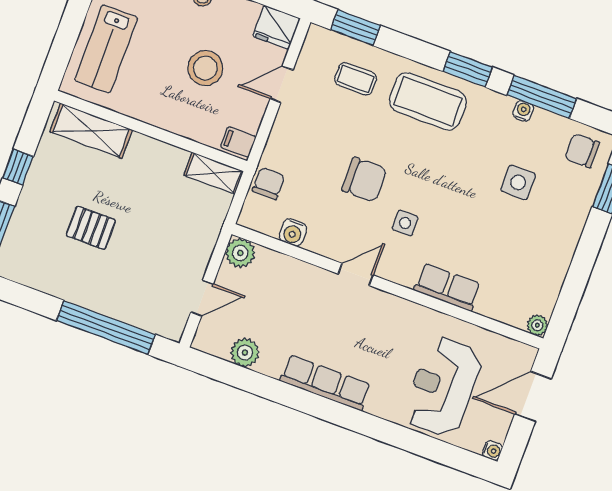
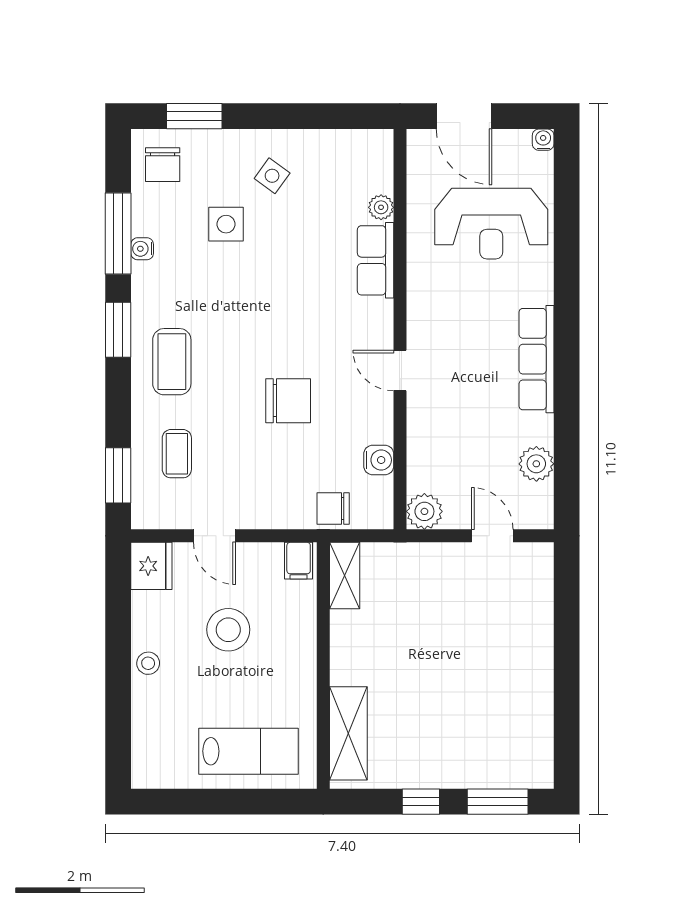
coffee table: (428, 101) -> (172, 362), width x0.73, depth x0.76
chair: (364, 180) -> (288, 401), turned 90
side table: (405, 223) -> (272, 176), moved, turned 36
pallet: (91, 228) -> (459, 693), removed
plant: (537, 325) -> (381, 207), moved
window: (106, 327) -> (567, 633), removed

